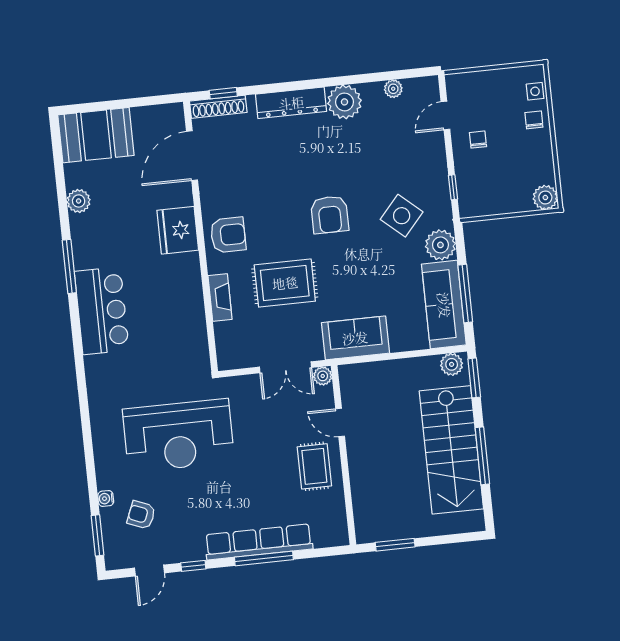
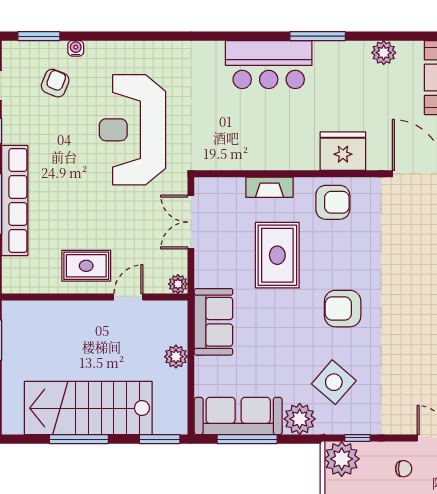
plant: (475, 200) -> (342, 459), added
armchair: (228, 235) -> (333, 202), turned -90
plant: (452, 364) -> (176, 357), moved
double door: (285, 367) -> (191, 222), moved

